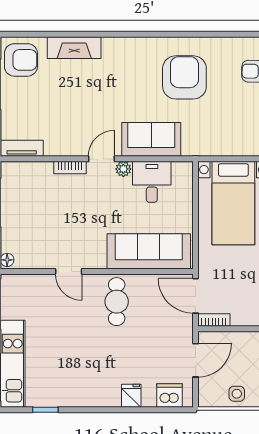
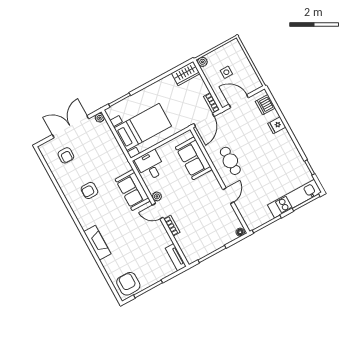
fireplace: (74, 48) -> (97, 243), moved
armchair: (184, 77) -> (89, 190), width x0.53, depth x0.53
desk: (152, 182) -> (150, 165), moved, turned 90
sofa: (149, 251) -> (194, 158), width x0.73
cafe table: (117, 302) -> (230, 161), turned 90
side table: (237, 394) -> (226, 72), moved

